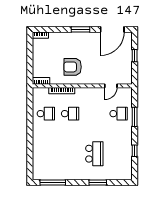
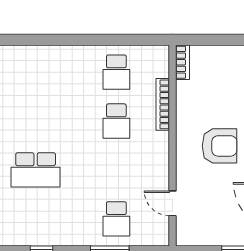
armchair: (73, 67) -> (220, 146), moved, turned 90

